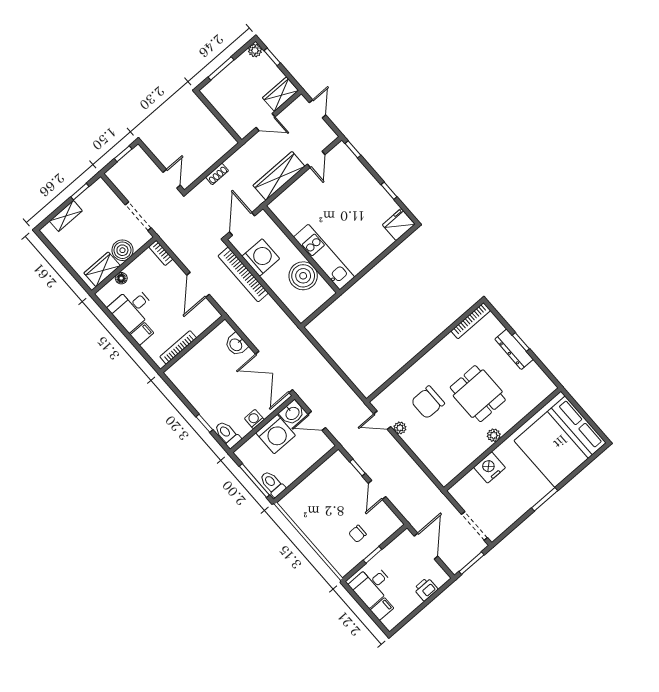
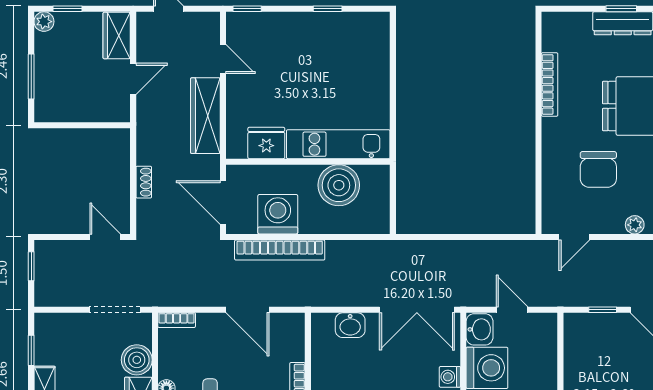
fridge: (399, 225) -> (266, 143), moved, turned 90
bookcase: (471, 321) -> (550, 84), moved
door: (317, 421) -> (512, 310), swing flipped
plant: (400, 428) -> (635, 225), moved

